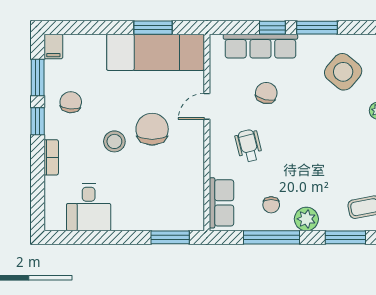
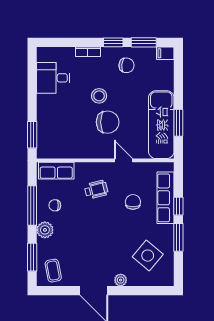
chair: (266, 93) -> (133, 202), turned -103

